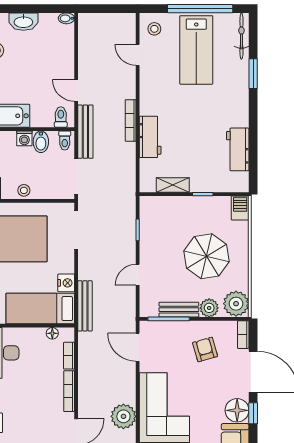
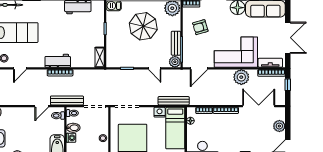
workbench: (150, 137) -> (58, 61), moved
shelving: (173, 185) -> (100, 57), moved
plant: (209, 308) -> (175, 62), moved

